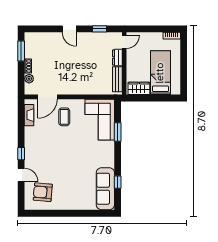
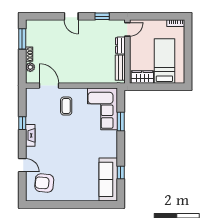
door: (47, 97) -> (49, 86), swing flipped
fireplace: (29, 115) -> (30, 135), moved
window: (21, 154) -> (22, 123), moved

